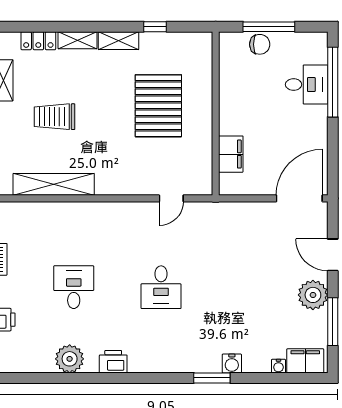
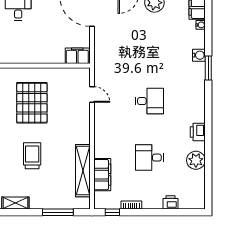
pallet: (158, 106) -> (32, 103), turned 90
trolley: (55, 117) -> (32, 156), moved, turned 180
filing cabinet: (231, 154) -> (77, 56), moved
filing cabinet: (47, 214) -> (102, 175), added

